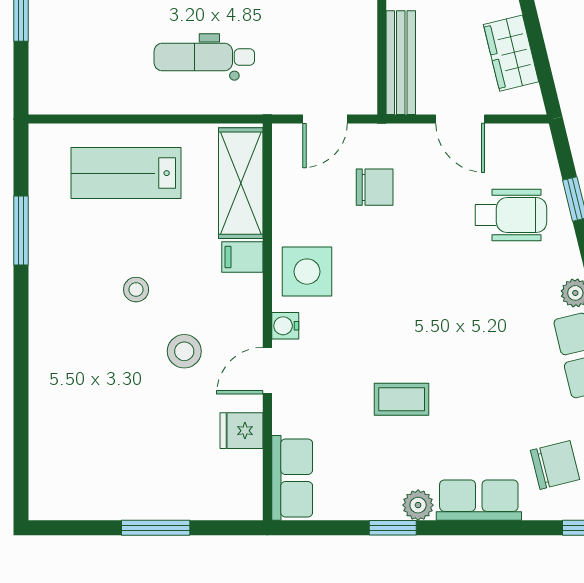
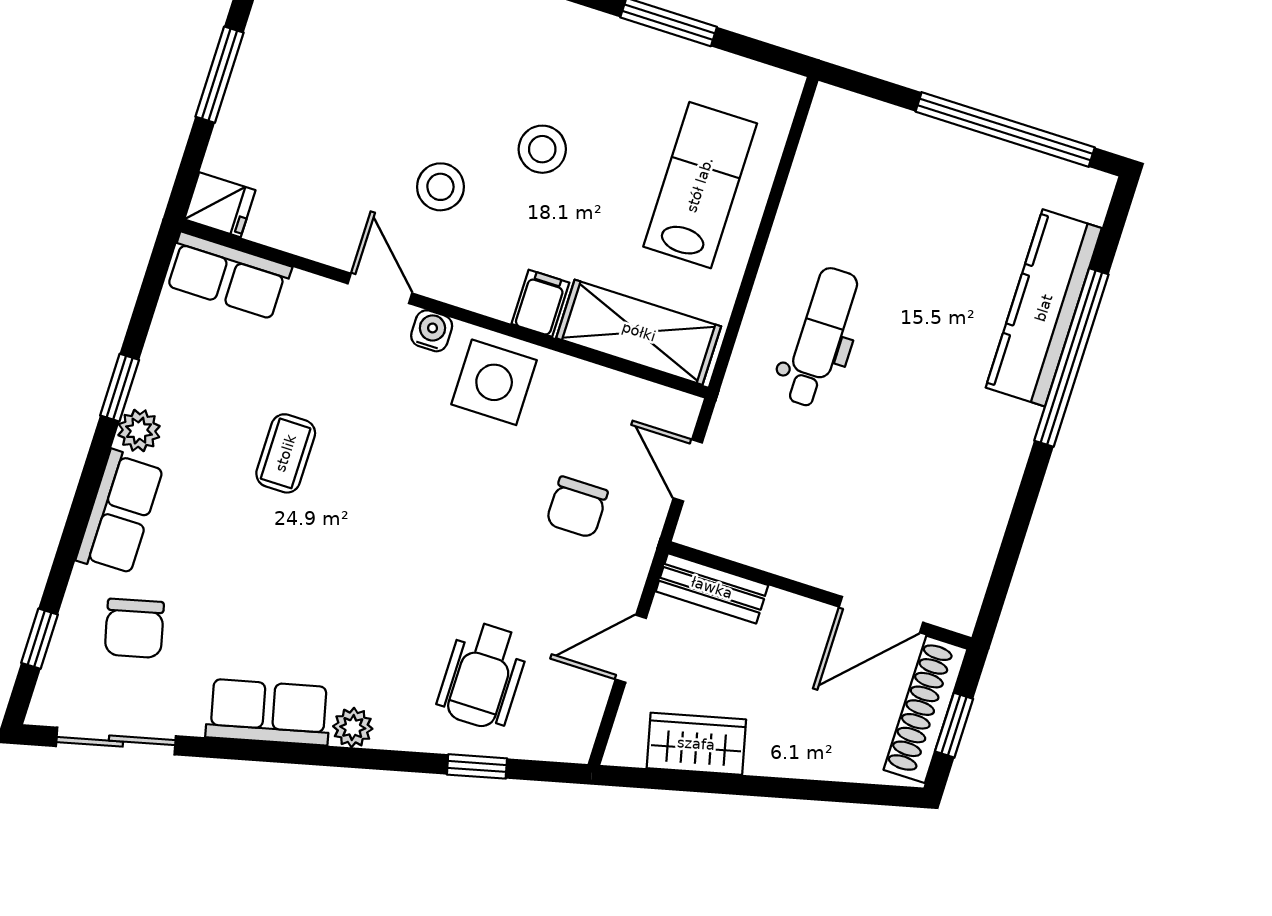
bench: (401, 63) -> (712, 588), width x0.73
stool: (136, 290) -> (542, 149), width x1.37, depth x1.37
fridge: (242, 431) -> (220, 205), moved, turned 90

